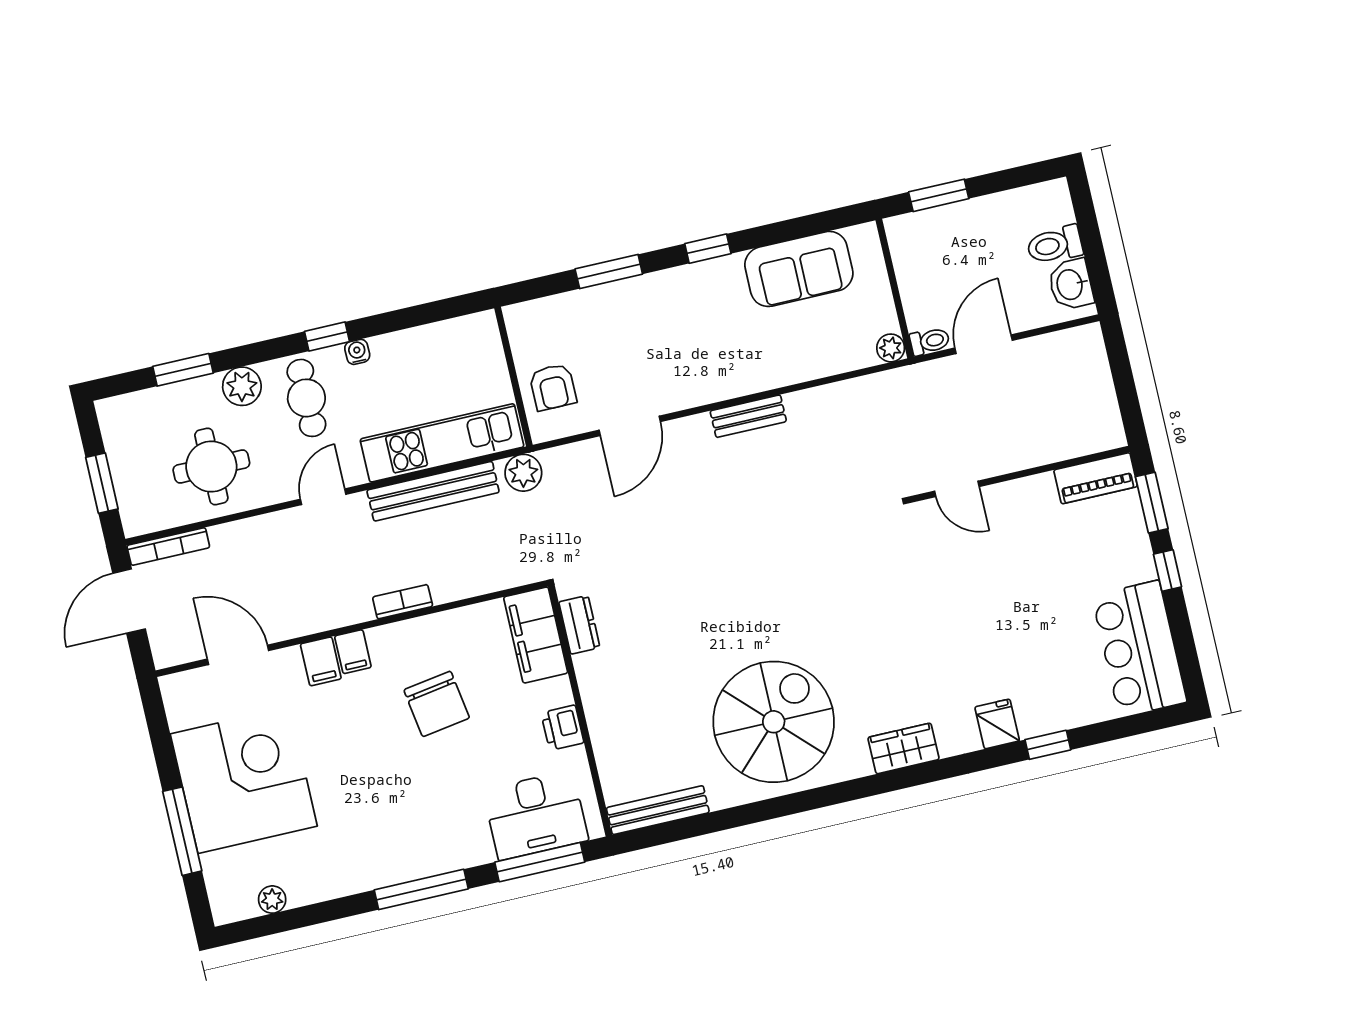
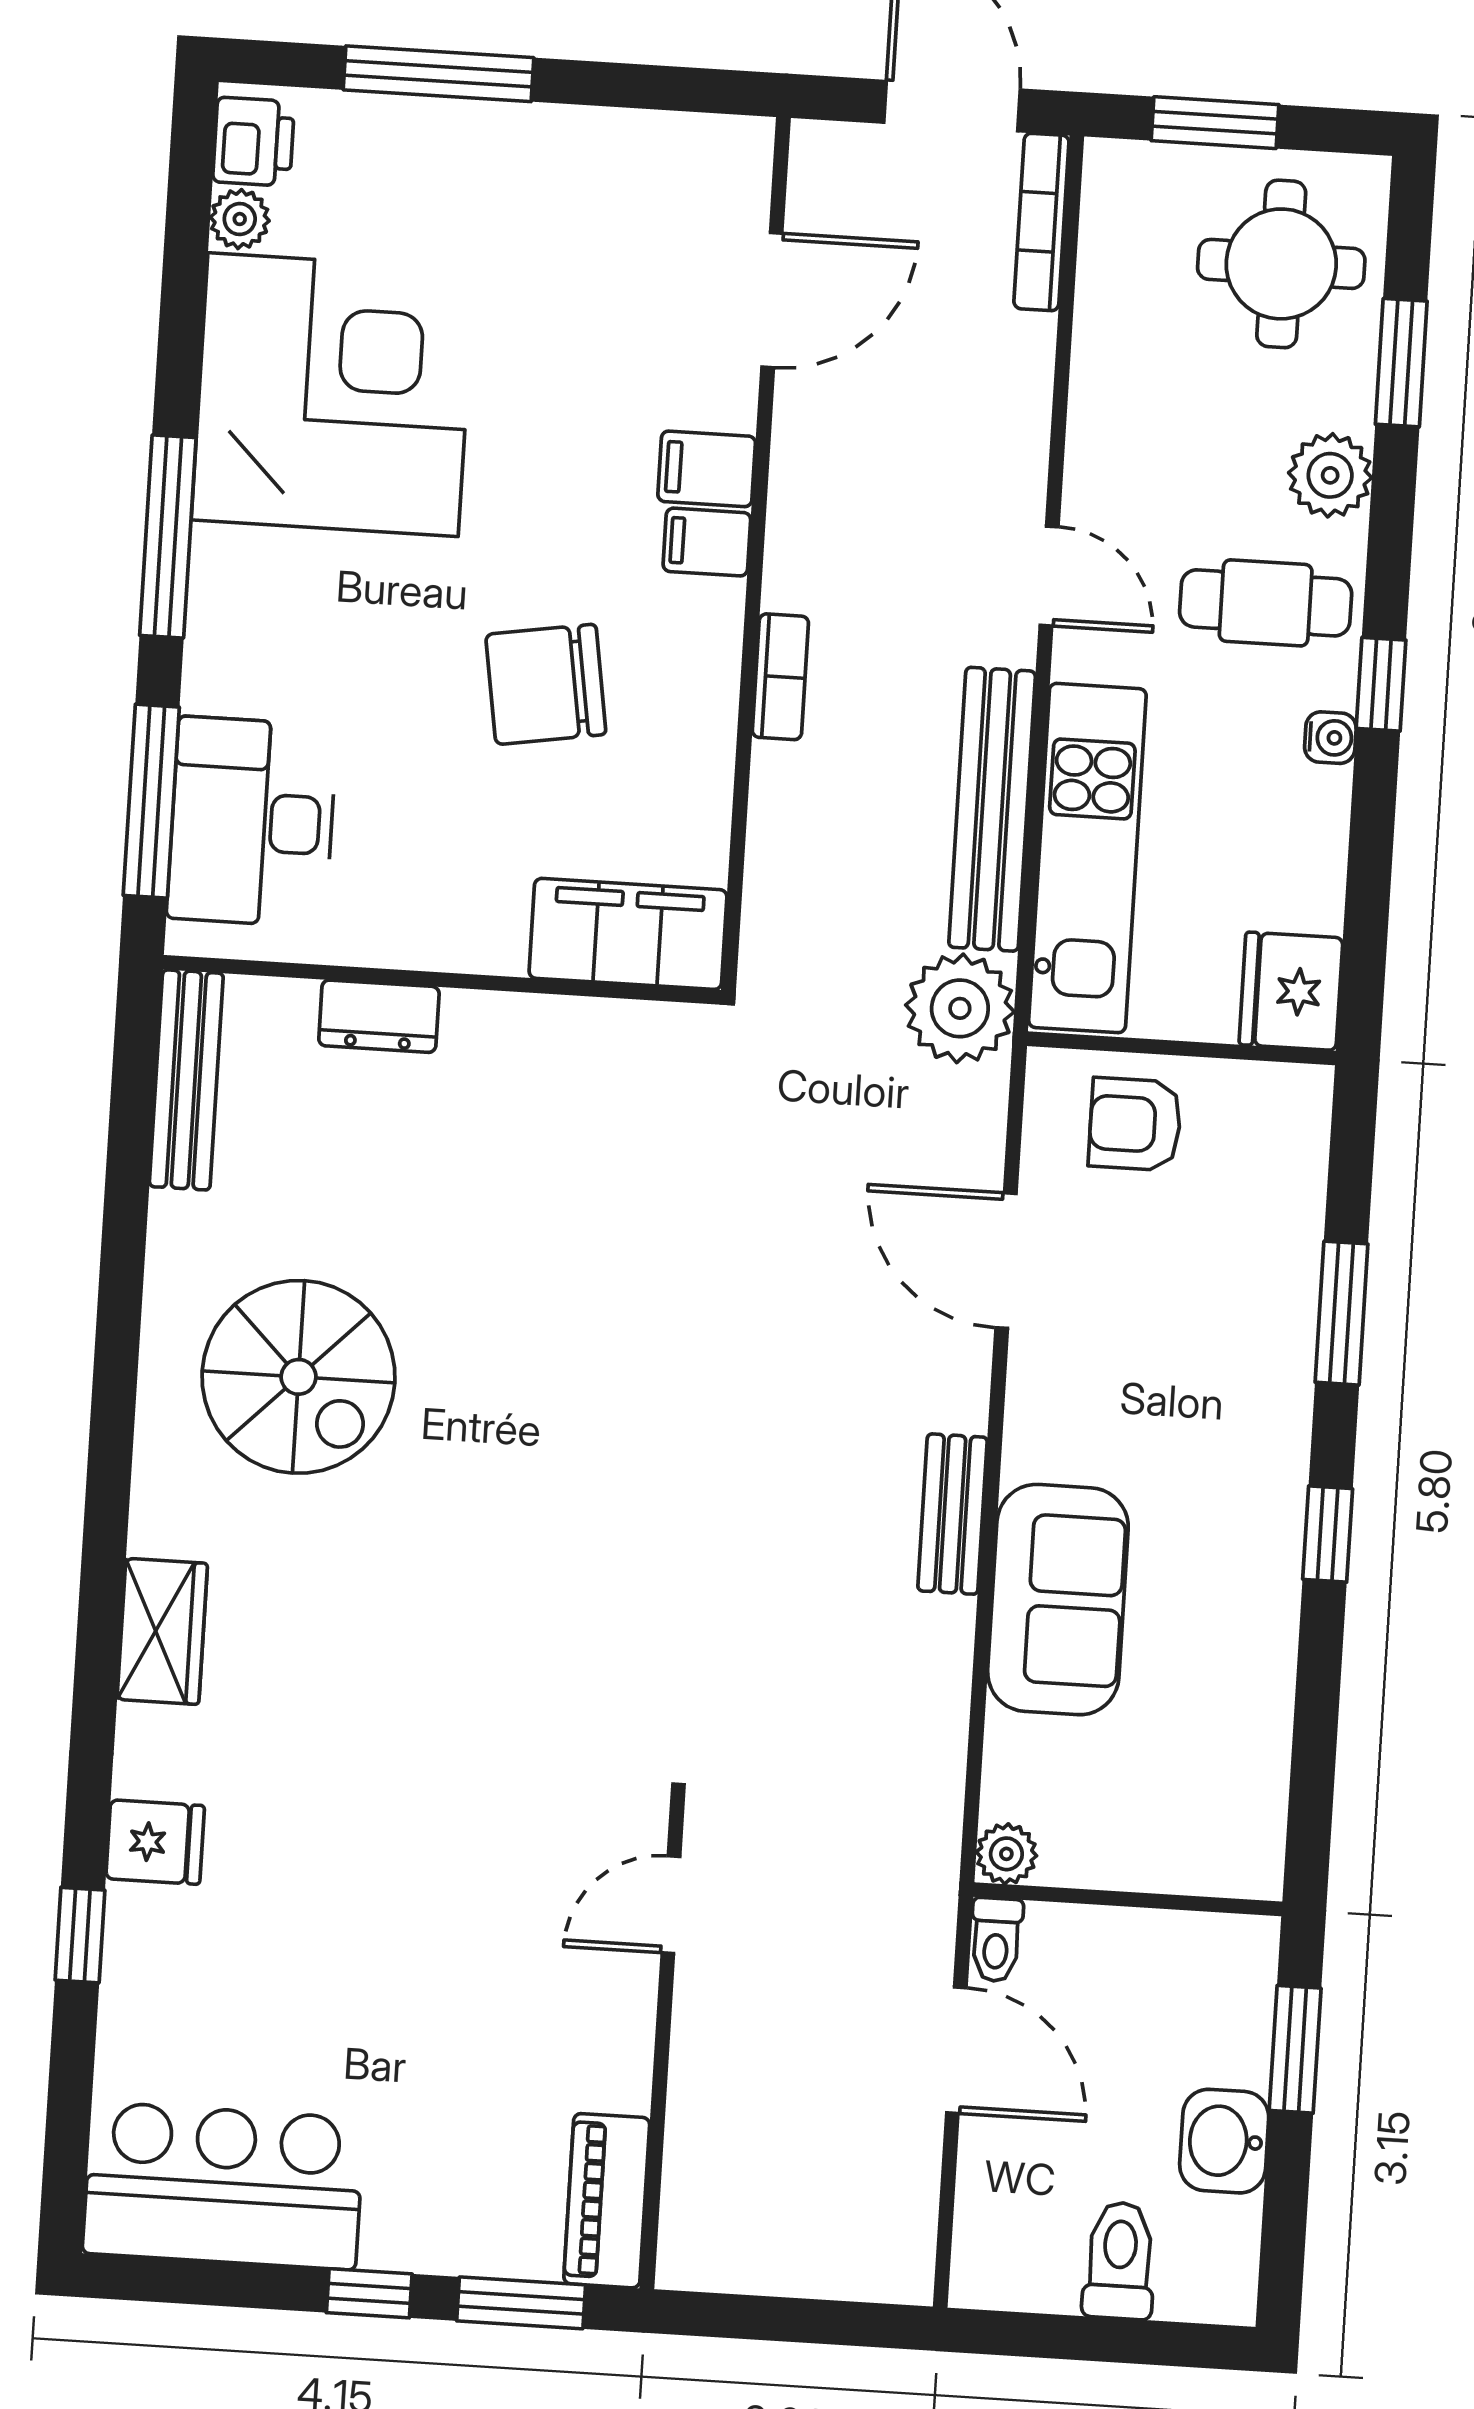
sofa: (799, 269) -> (1058, 1600), moved, turned 180
washbasin: (1071, 284) -> (1224, 2141), moved, turned -90
fridge: (474, 336) -> (1291, 991), added
round table: (211, 467) -> (1281, 264), moved
plant: (523, 473) -> (960, 1008), width x1.36, depth x1.36
dresser: (579, 625) -> (379, 1016), moved
spiral stairs: (774, 722) -> (299, 1377), width x0.73, depth x0.73
printer: (562, 728) -> (254, 142), moved, turned 90
corner desk: (244, 780) -> (333, 395), moved, turned -90

